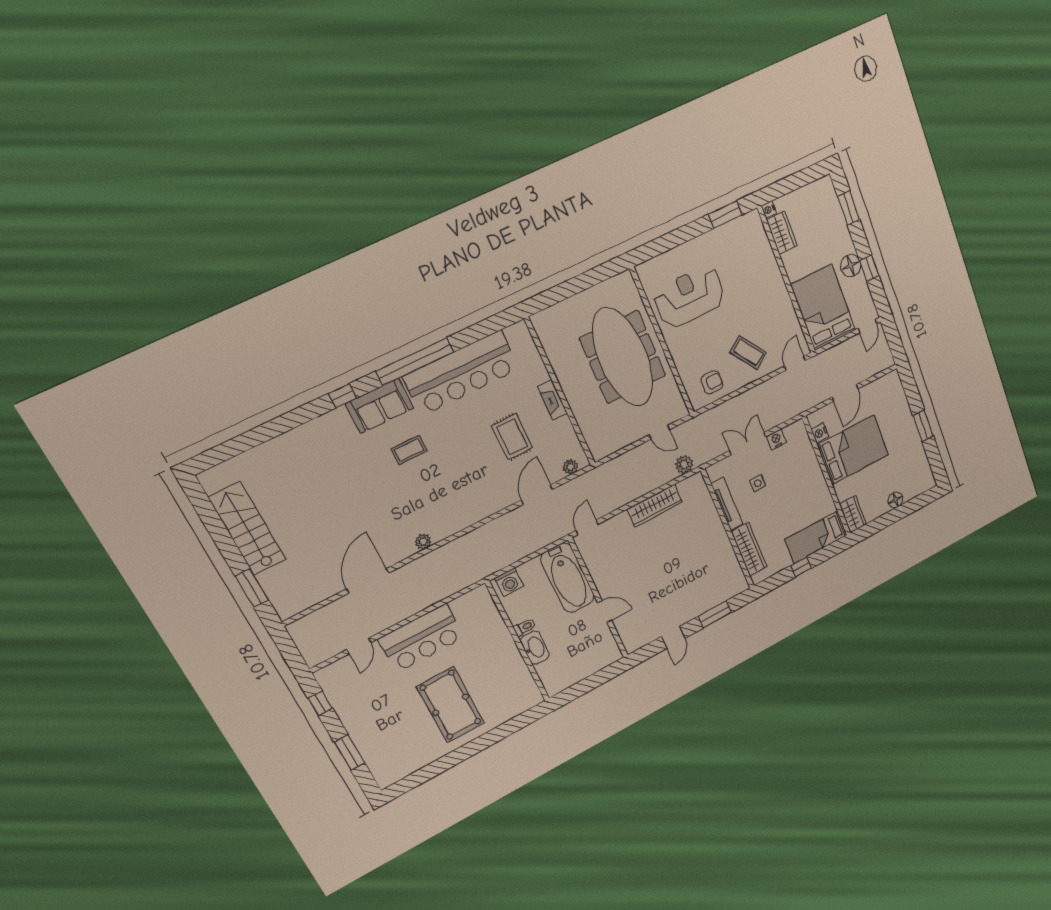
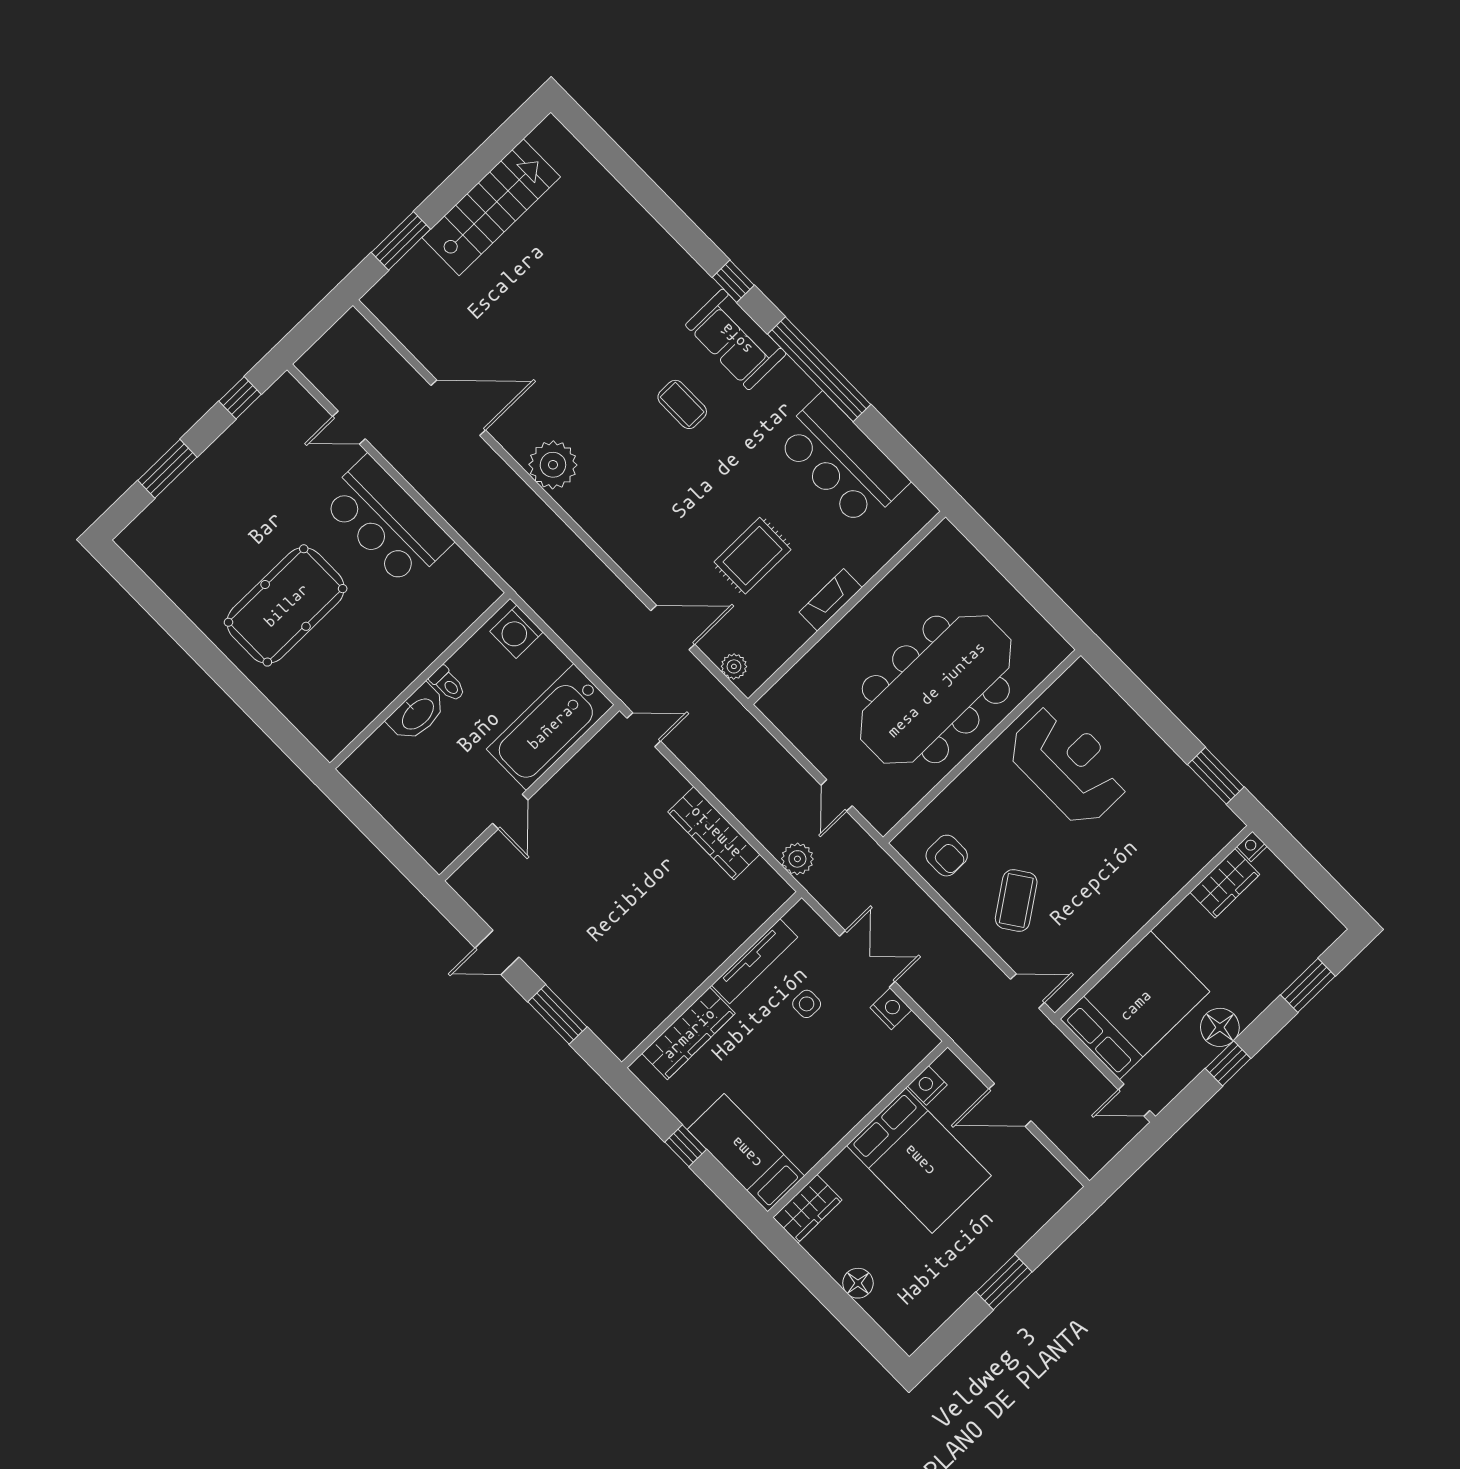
bar counter: (461, 373) -> (842, 461), width x0.73
plant: (423, 542) -> (553, 465), width x1.88, depth x1.88

